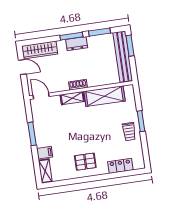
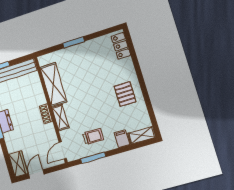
wardrobe: (40, 50) -> (18, 164), width x0.67
trolley: (129, 132) -> (93, 136), moved
window: (32, 134) -> (93, 158), moved
locker: (120, 166) -> (121, 46), moved

